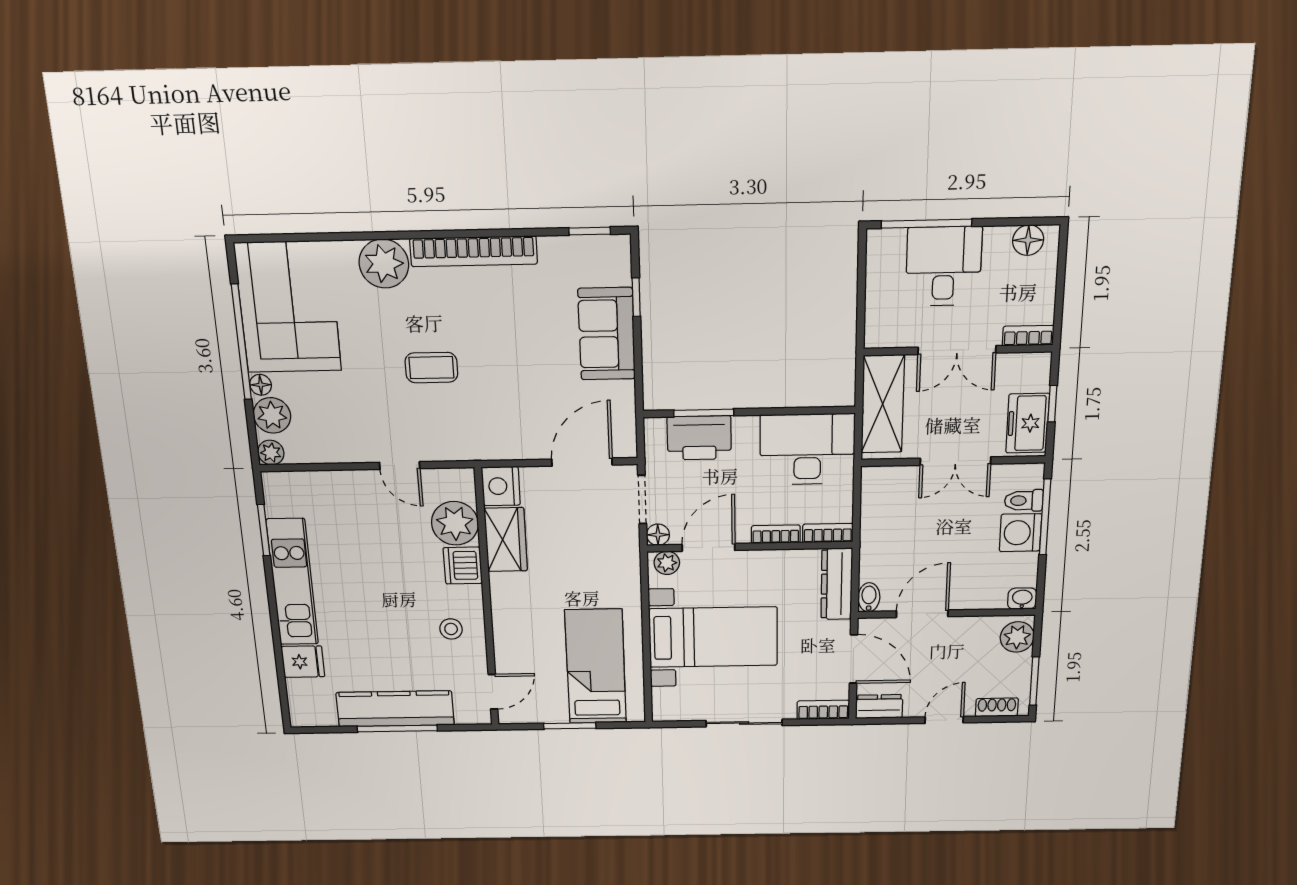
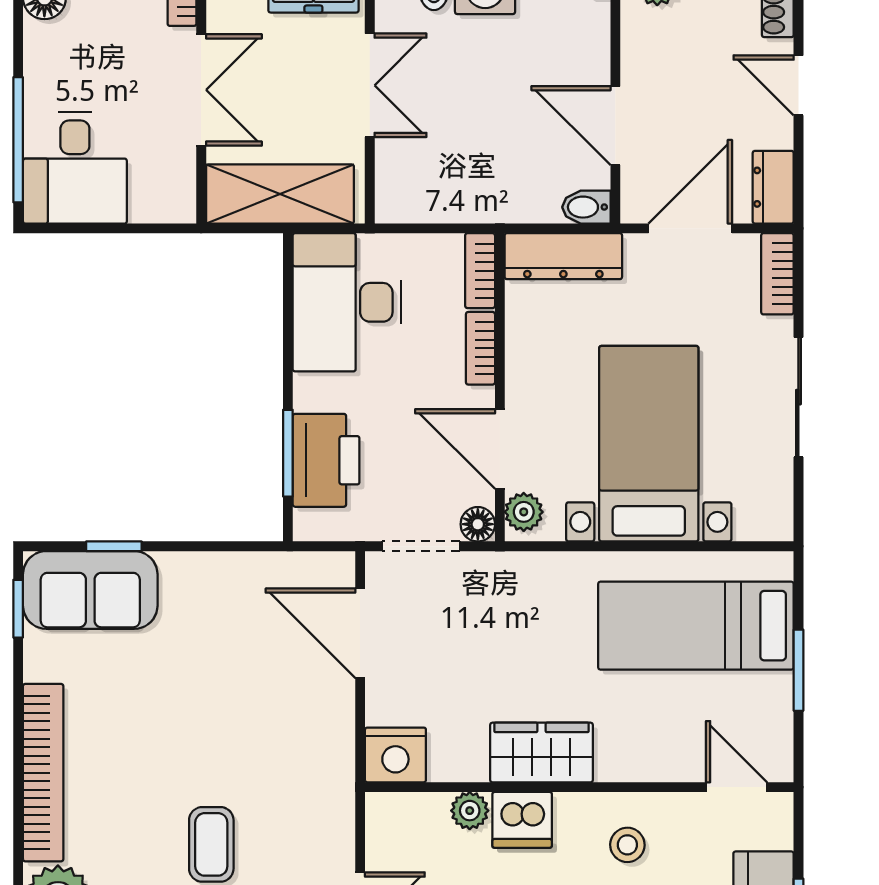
desk: (944, 266) -> (75, 168), moved, turned -90
sofa: (607, 334) -> (90, 590), moved
plant: (455, 523) -> (470, 811), width x0.53, depth x0.53
wardrobe: (506, 540) -> (541, 752), moved

